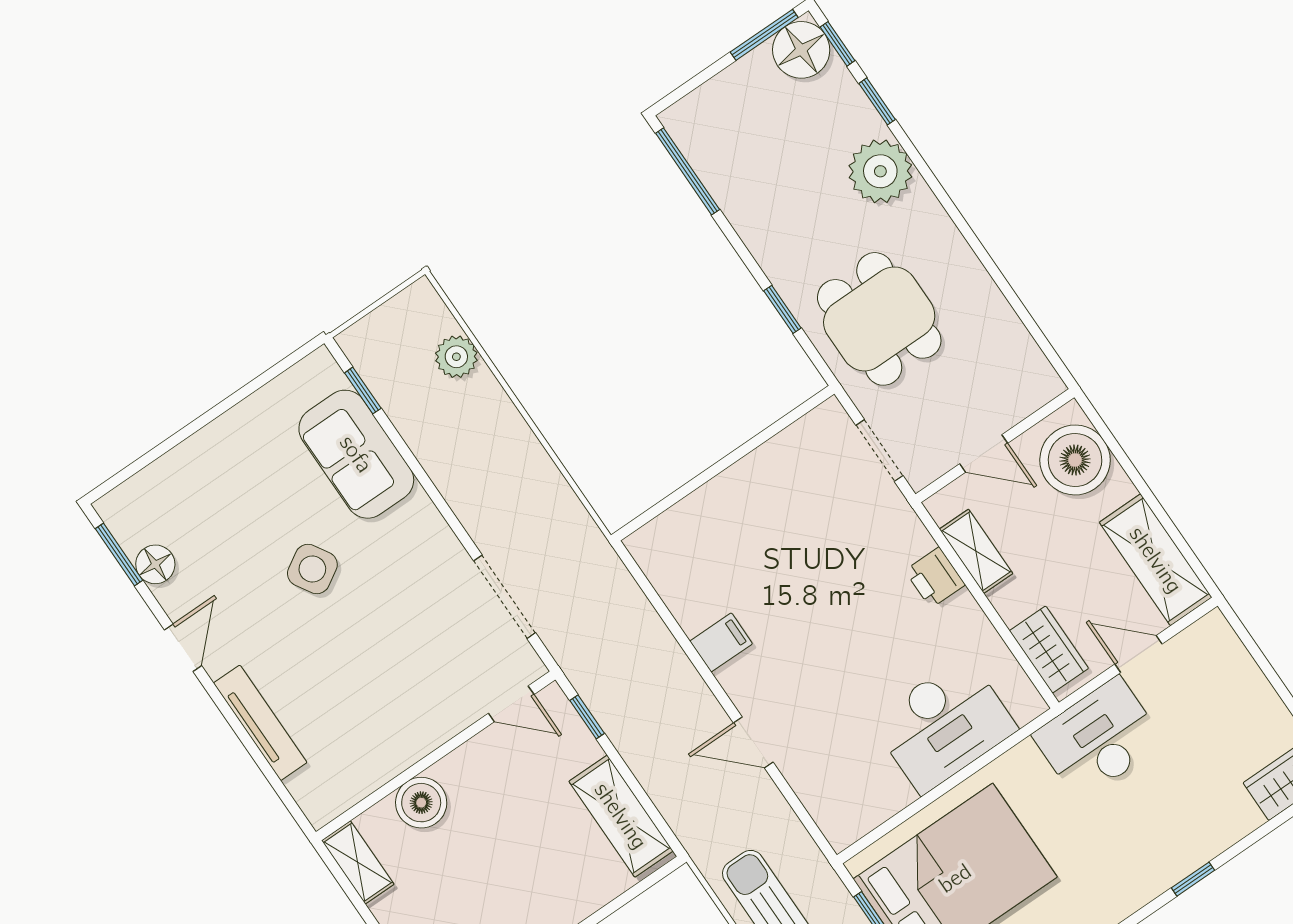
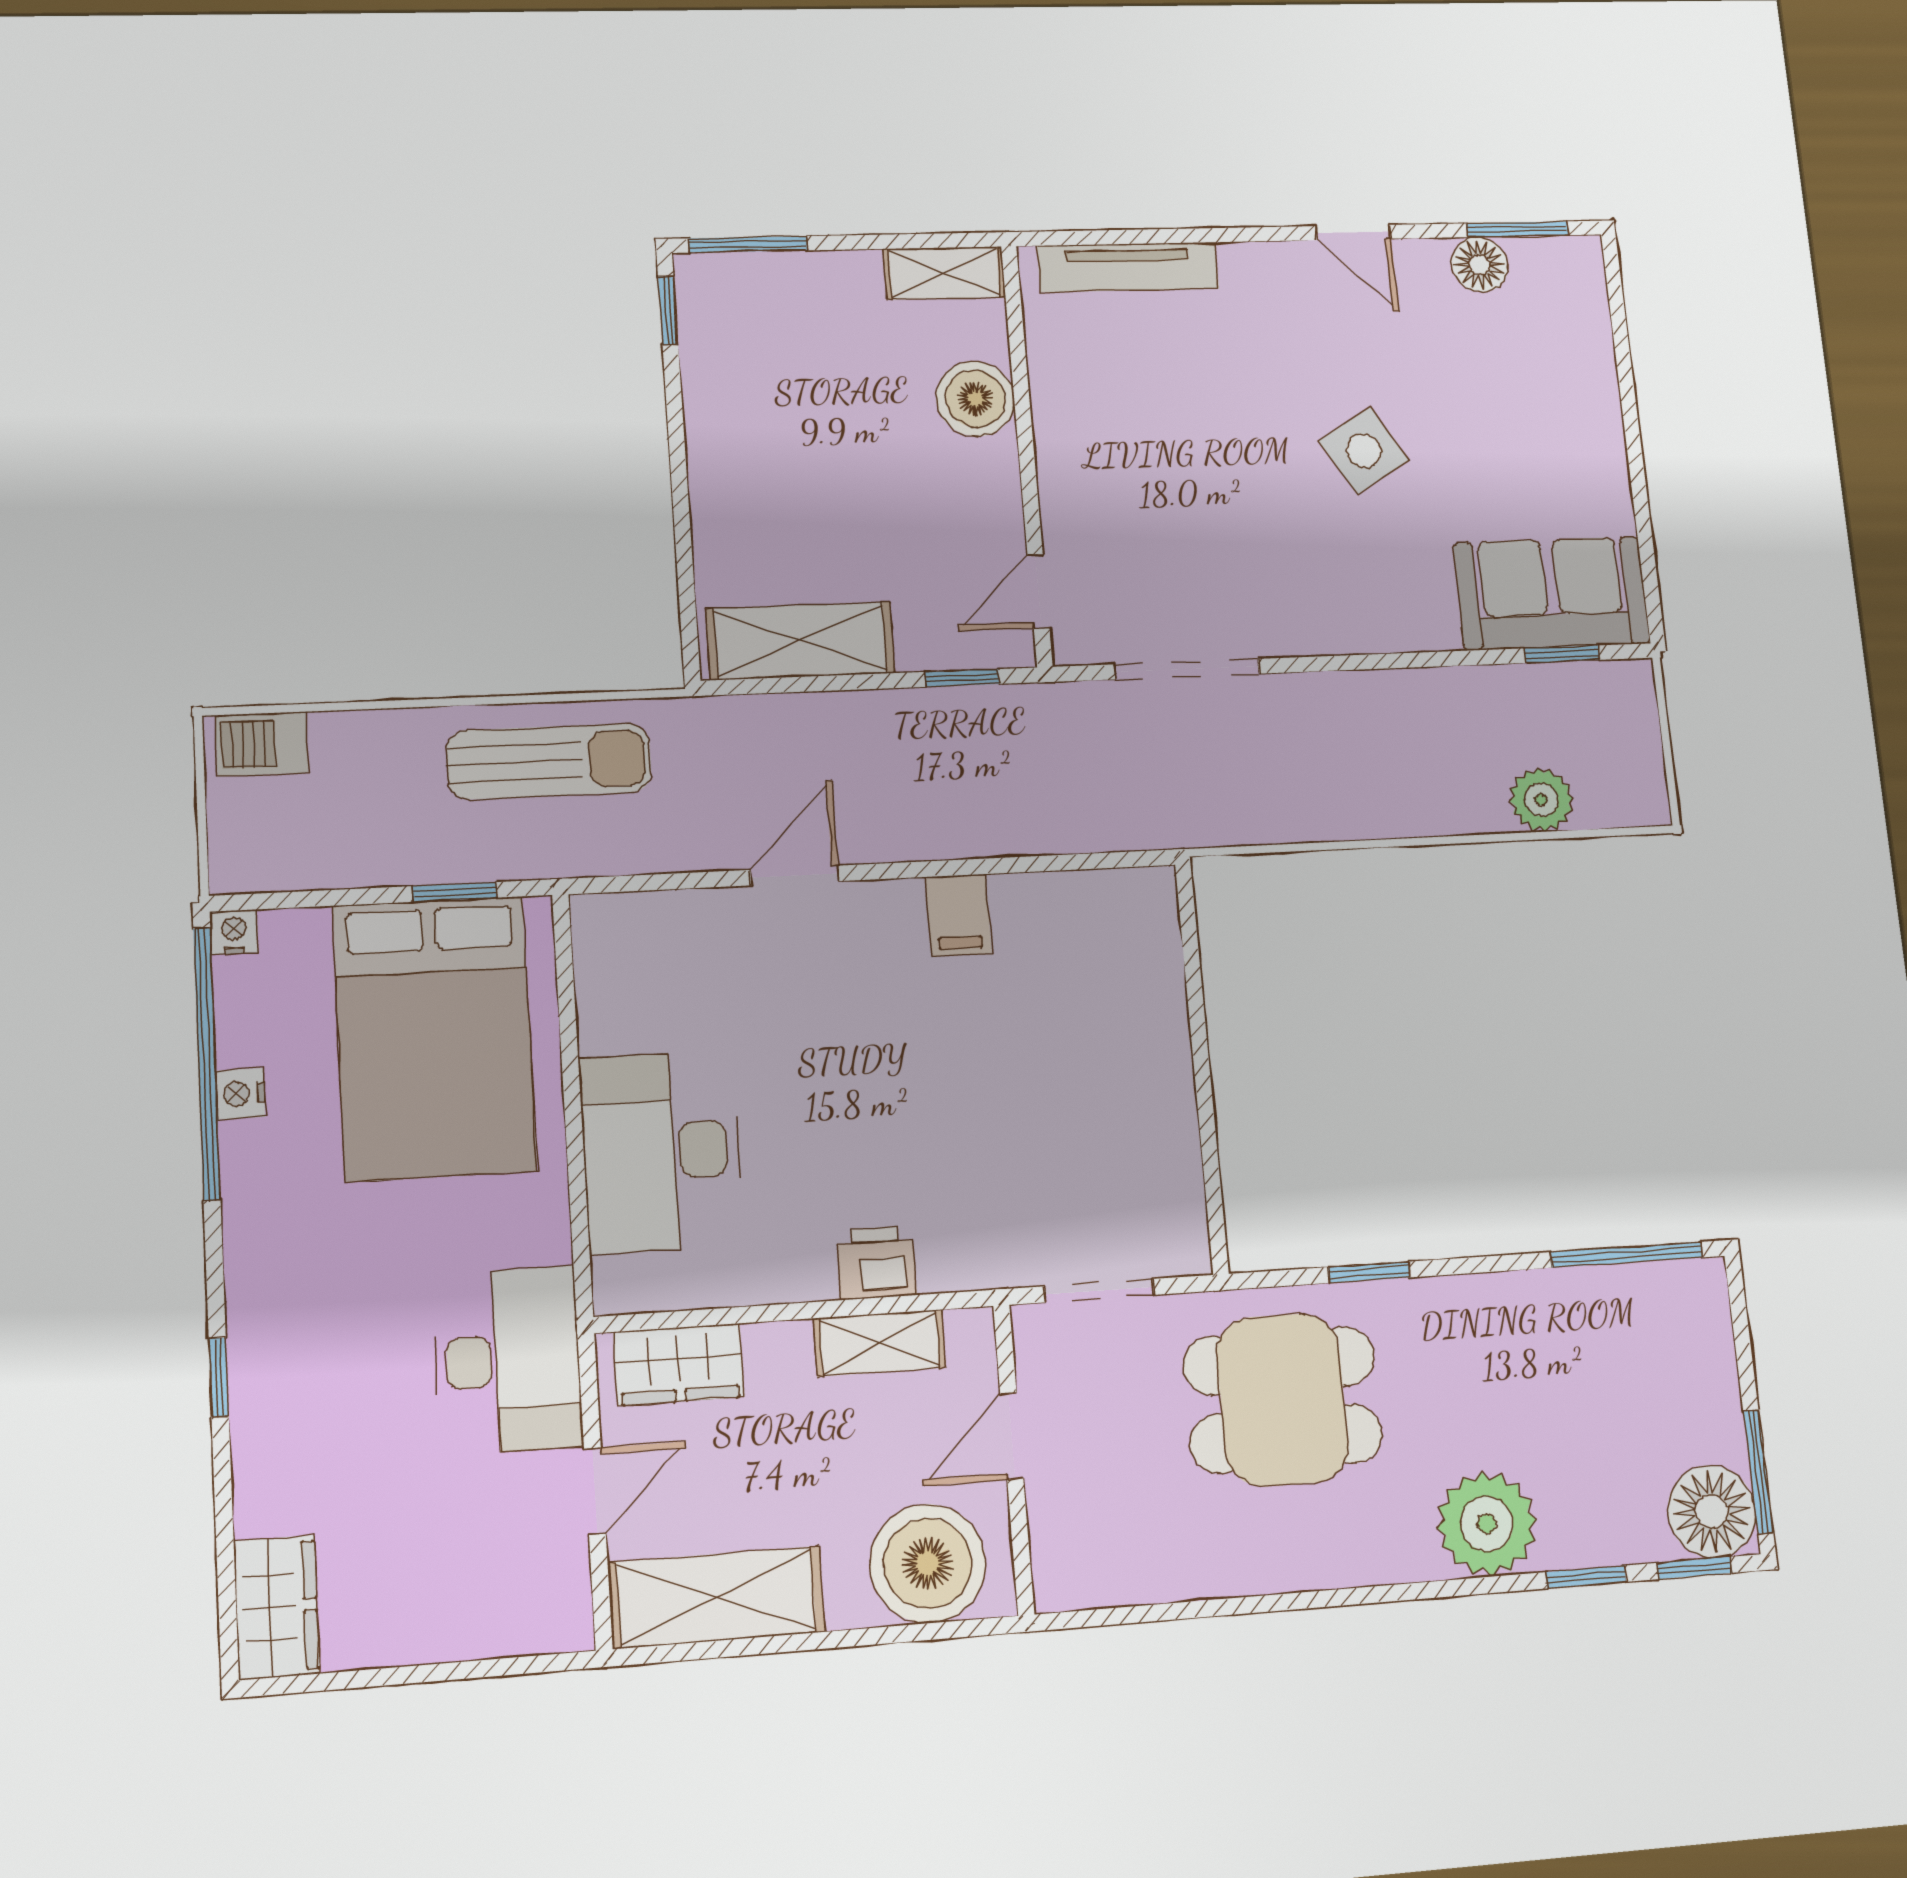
sofa: (356, 454) -> (1552, 593), moved
tv unit: (260, 723) -> (1128, 267), moved

